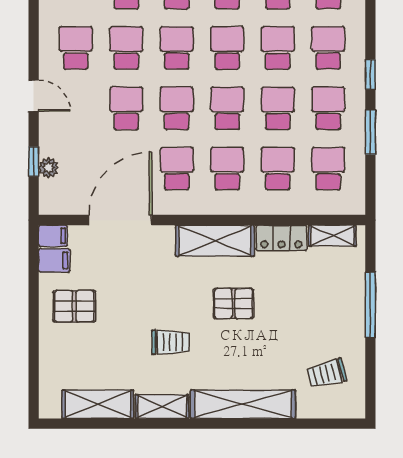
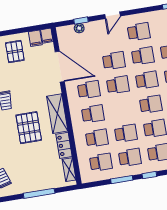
school desk: (227, 108) -> (122, 109), removed
pallet: (233, 304) -> (29, 128), width x1.50, depth x1.42

